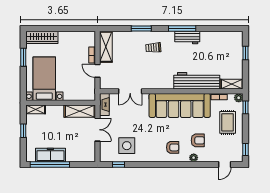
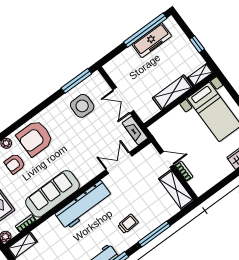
window: (141, 29) -> (154, 234), width x1.44
workbench: (197, 81) -> (84, 205), moved
sofa: (180, 105) -> (53, 194), width x0.74, depth x0.79
shelving: (80, 111) -> (173, 92), moved
armchair: (173, 147) -> (35, 138), width x1.88, depth x1.88
window: (119, 165) -> (76, 81), width x2.17

